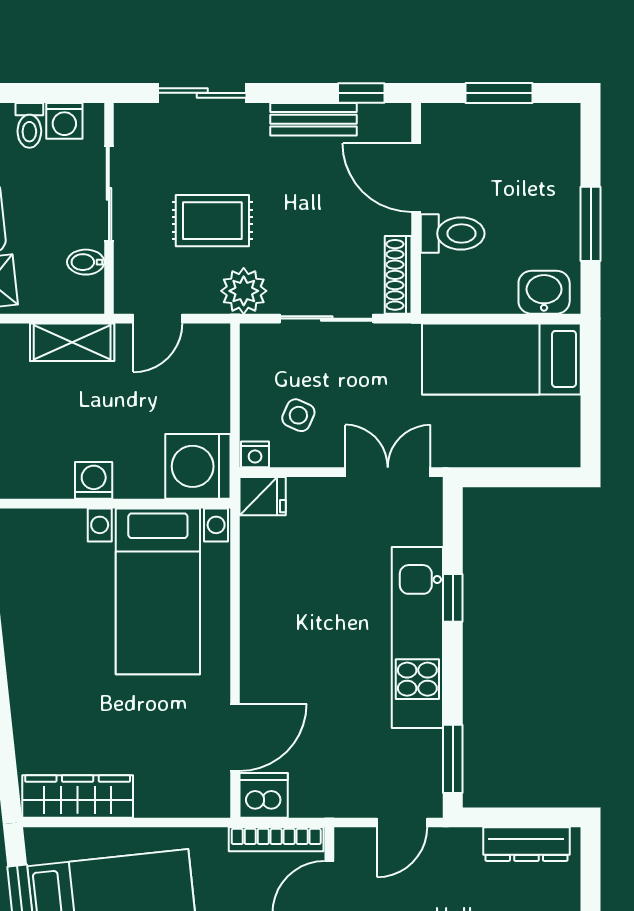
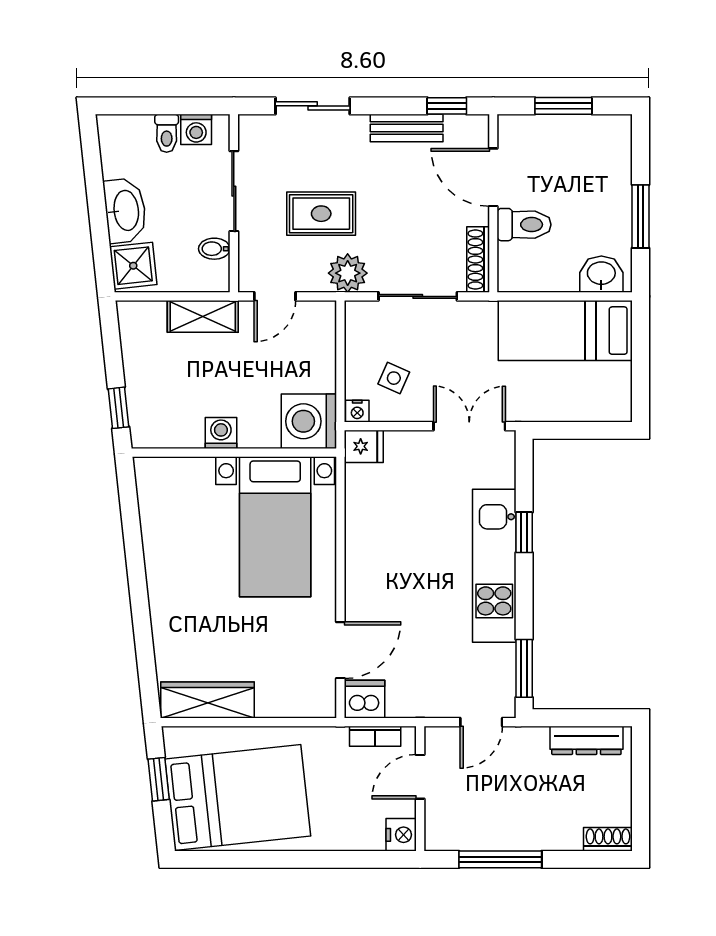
bookcase: (276, 839) -> (375, 736), width x0.64

